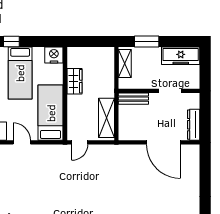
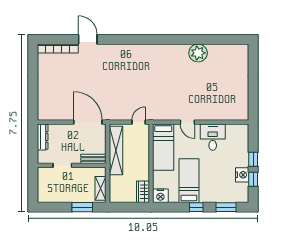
freezer: (181, 56) -> (54, 195), removed
wardrobe: (75, 81) -> (143, 192), moved
shelving: (107, 118) -> (116, 151), width x1.47
door: (163, 142) -> (88, 122), moved

